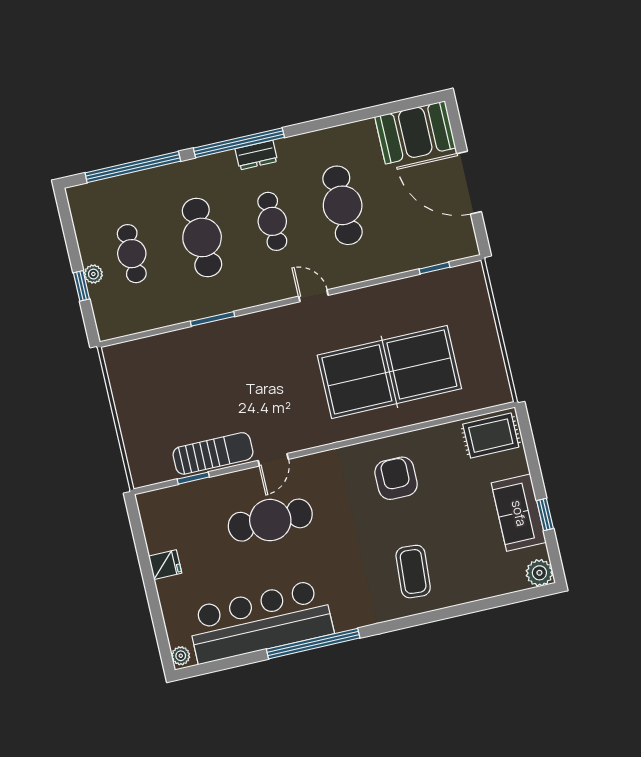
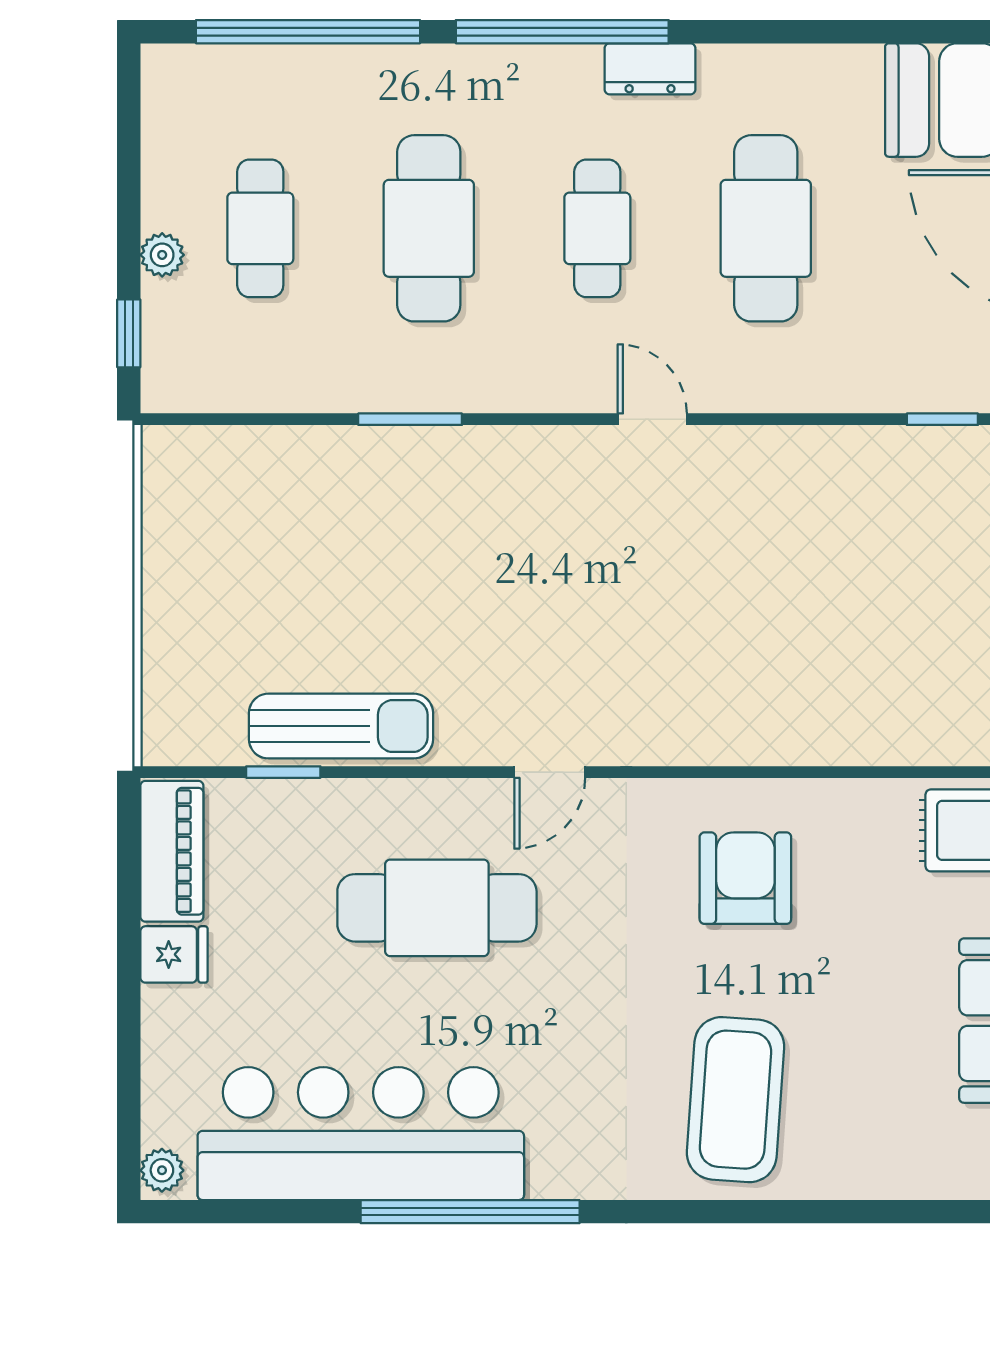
dresser: (256, 155) -> (650, 69), moved
window: (81, 286) -> (129, 333), moved
table tennis table: (389, 372) -> (786, 632), removed
door: (273, 460) -> (550, 772), moved
piano: (154, 522) -> (172, 851), added
coffee table: (413, 572) -> (735, 1100), width x1.36, depth x1.32

